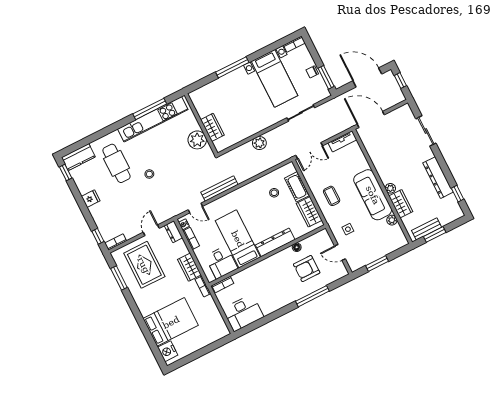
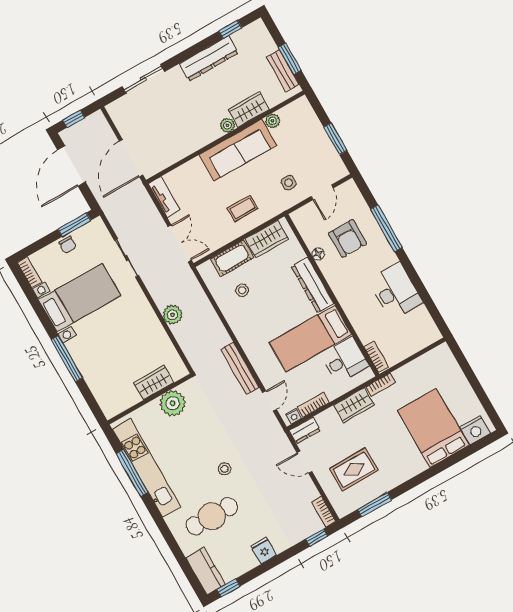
rug: (144, 265) -> (354, 469), width x0.73, depth x0.70
desk: (243, 313) -> (396, 291), moved

